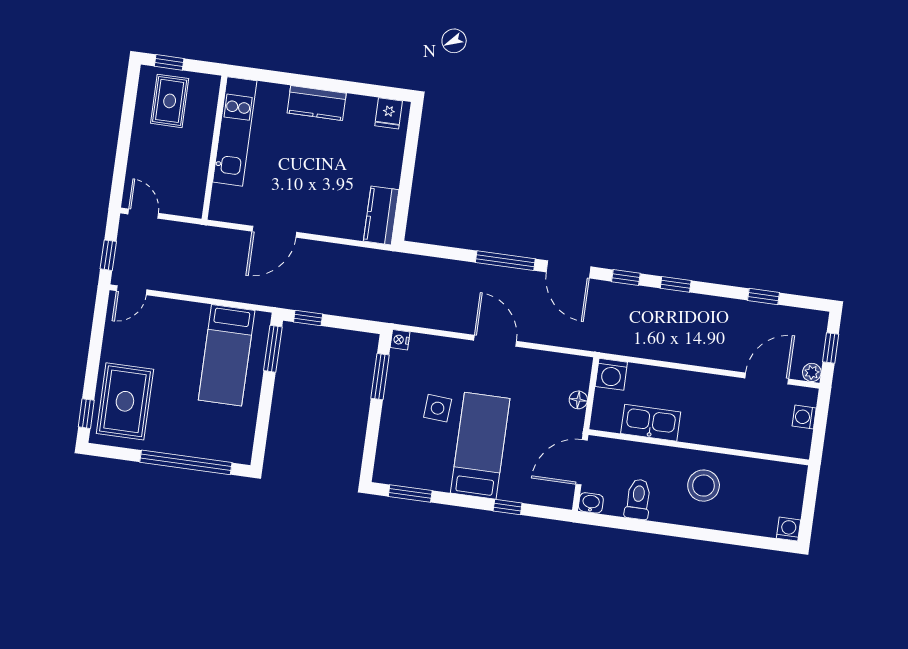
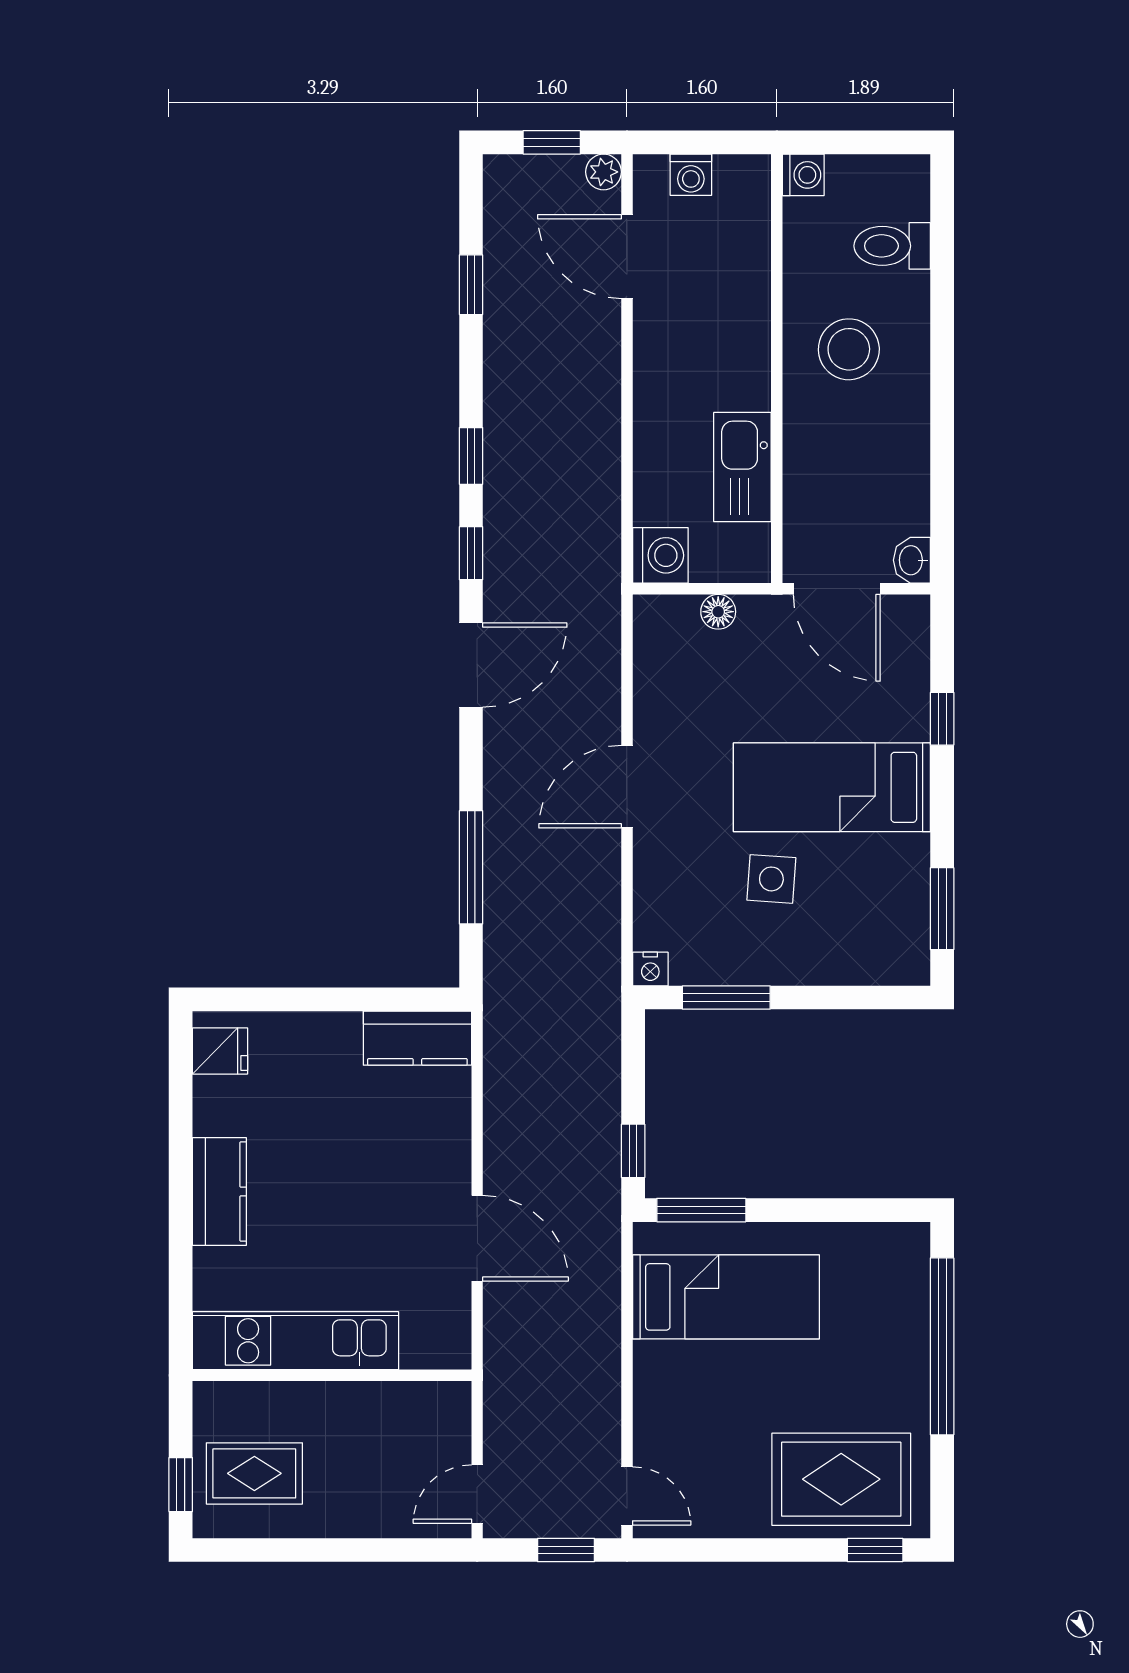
window: (505, 261) -> (471, 867), moved
toilet: (638, 499) -> (892, 246), moved
washing machine: (789, 529) -> (803, 175), moved, turned 180

